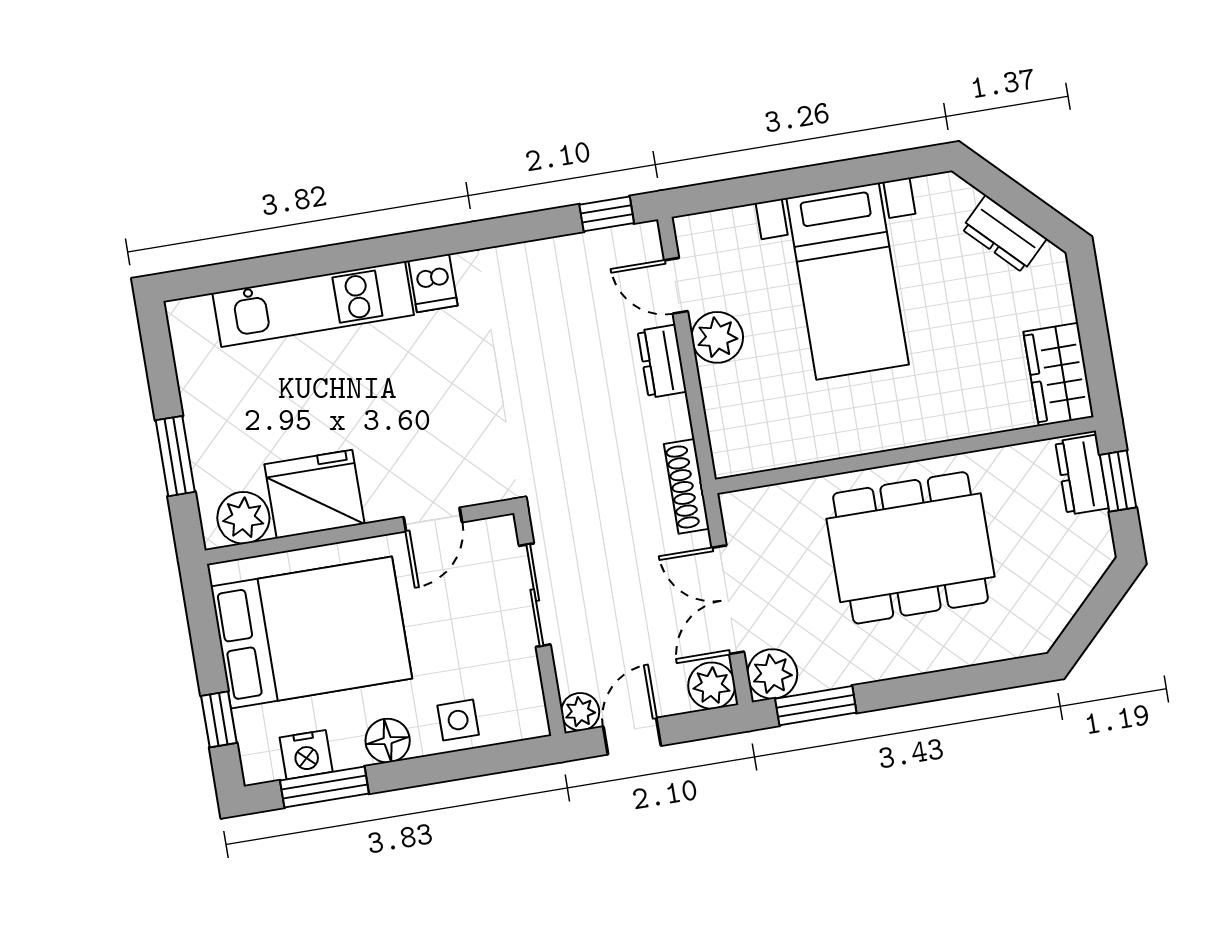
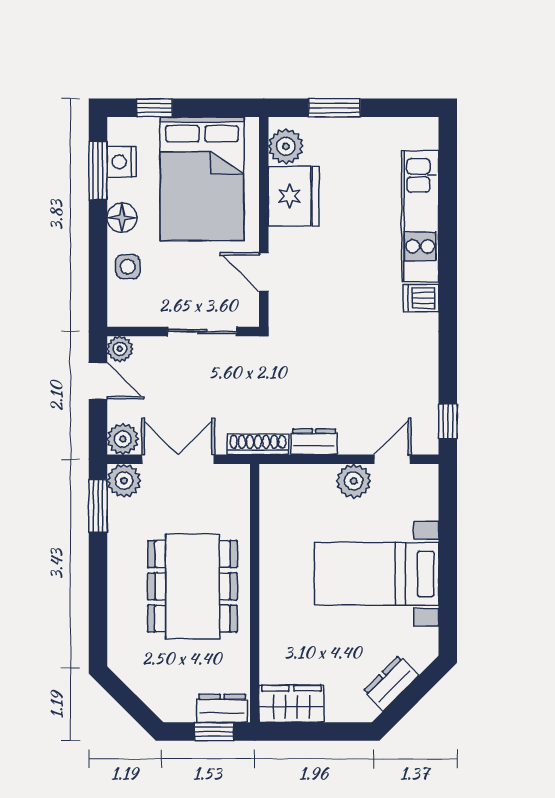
dresser: (662, 361) -> (314, 442), moved

